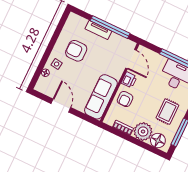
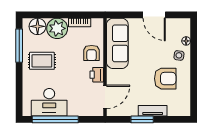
window: (110, 27) -> (142, 119), width x0.47
door: (131, 59) -> (105, 97), swing flipped
armchair: (125, 99) -> (92, 53), turned 180
rug: (167, 112) -> (42, 61), turned 90

